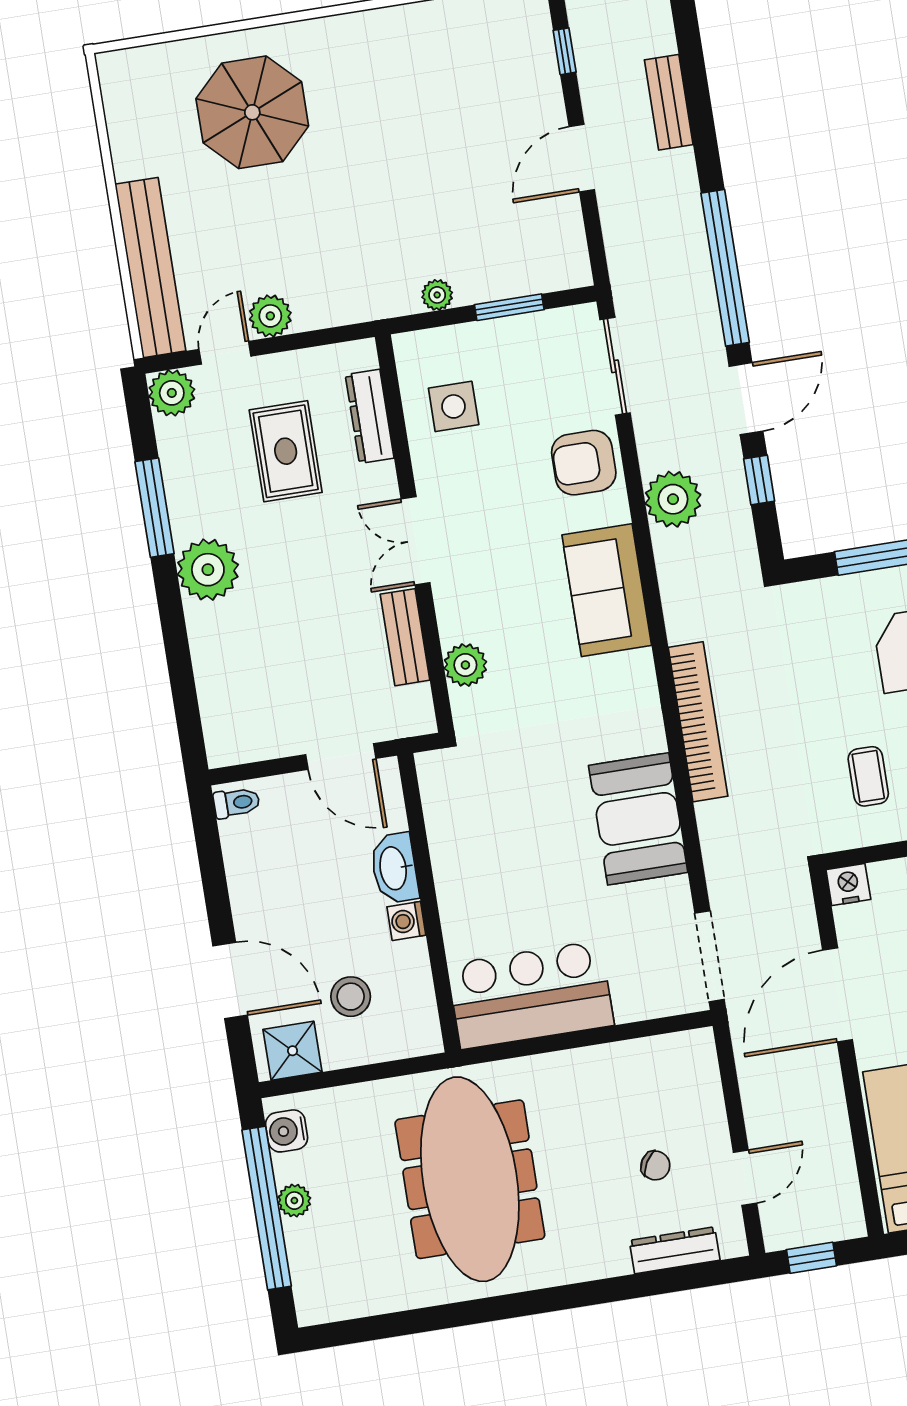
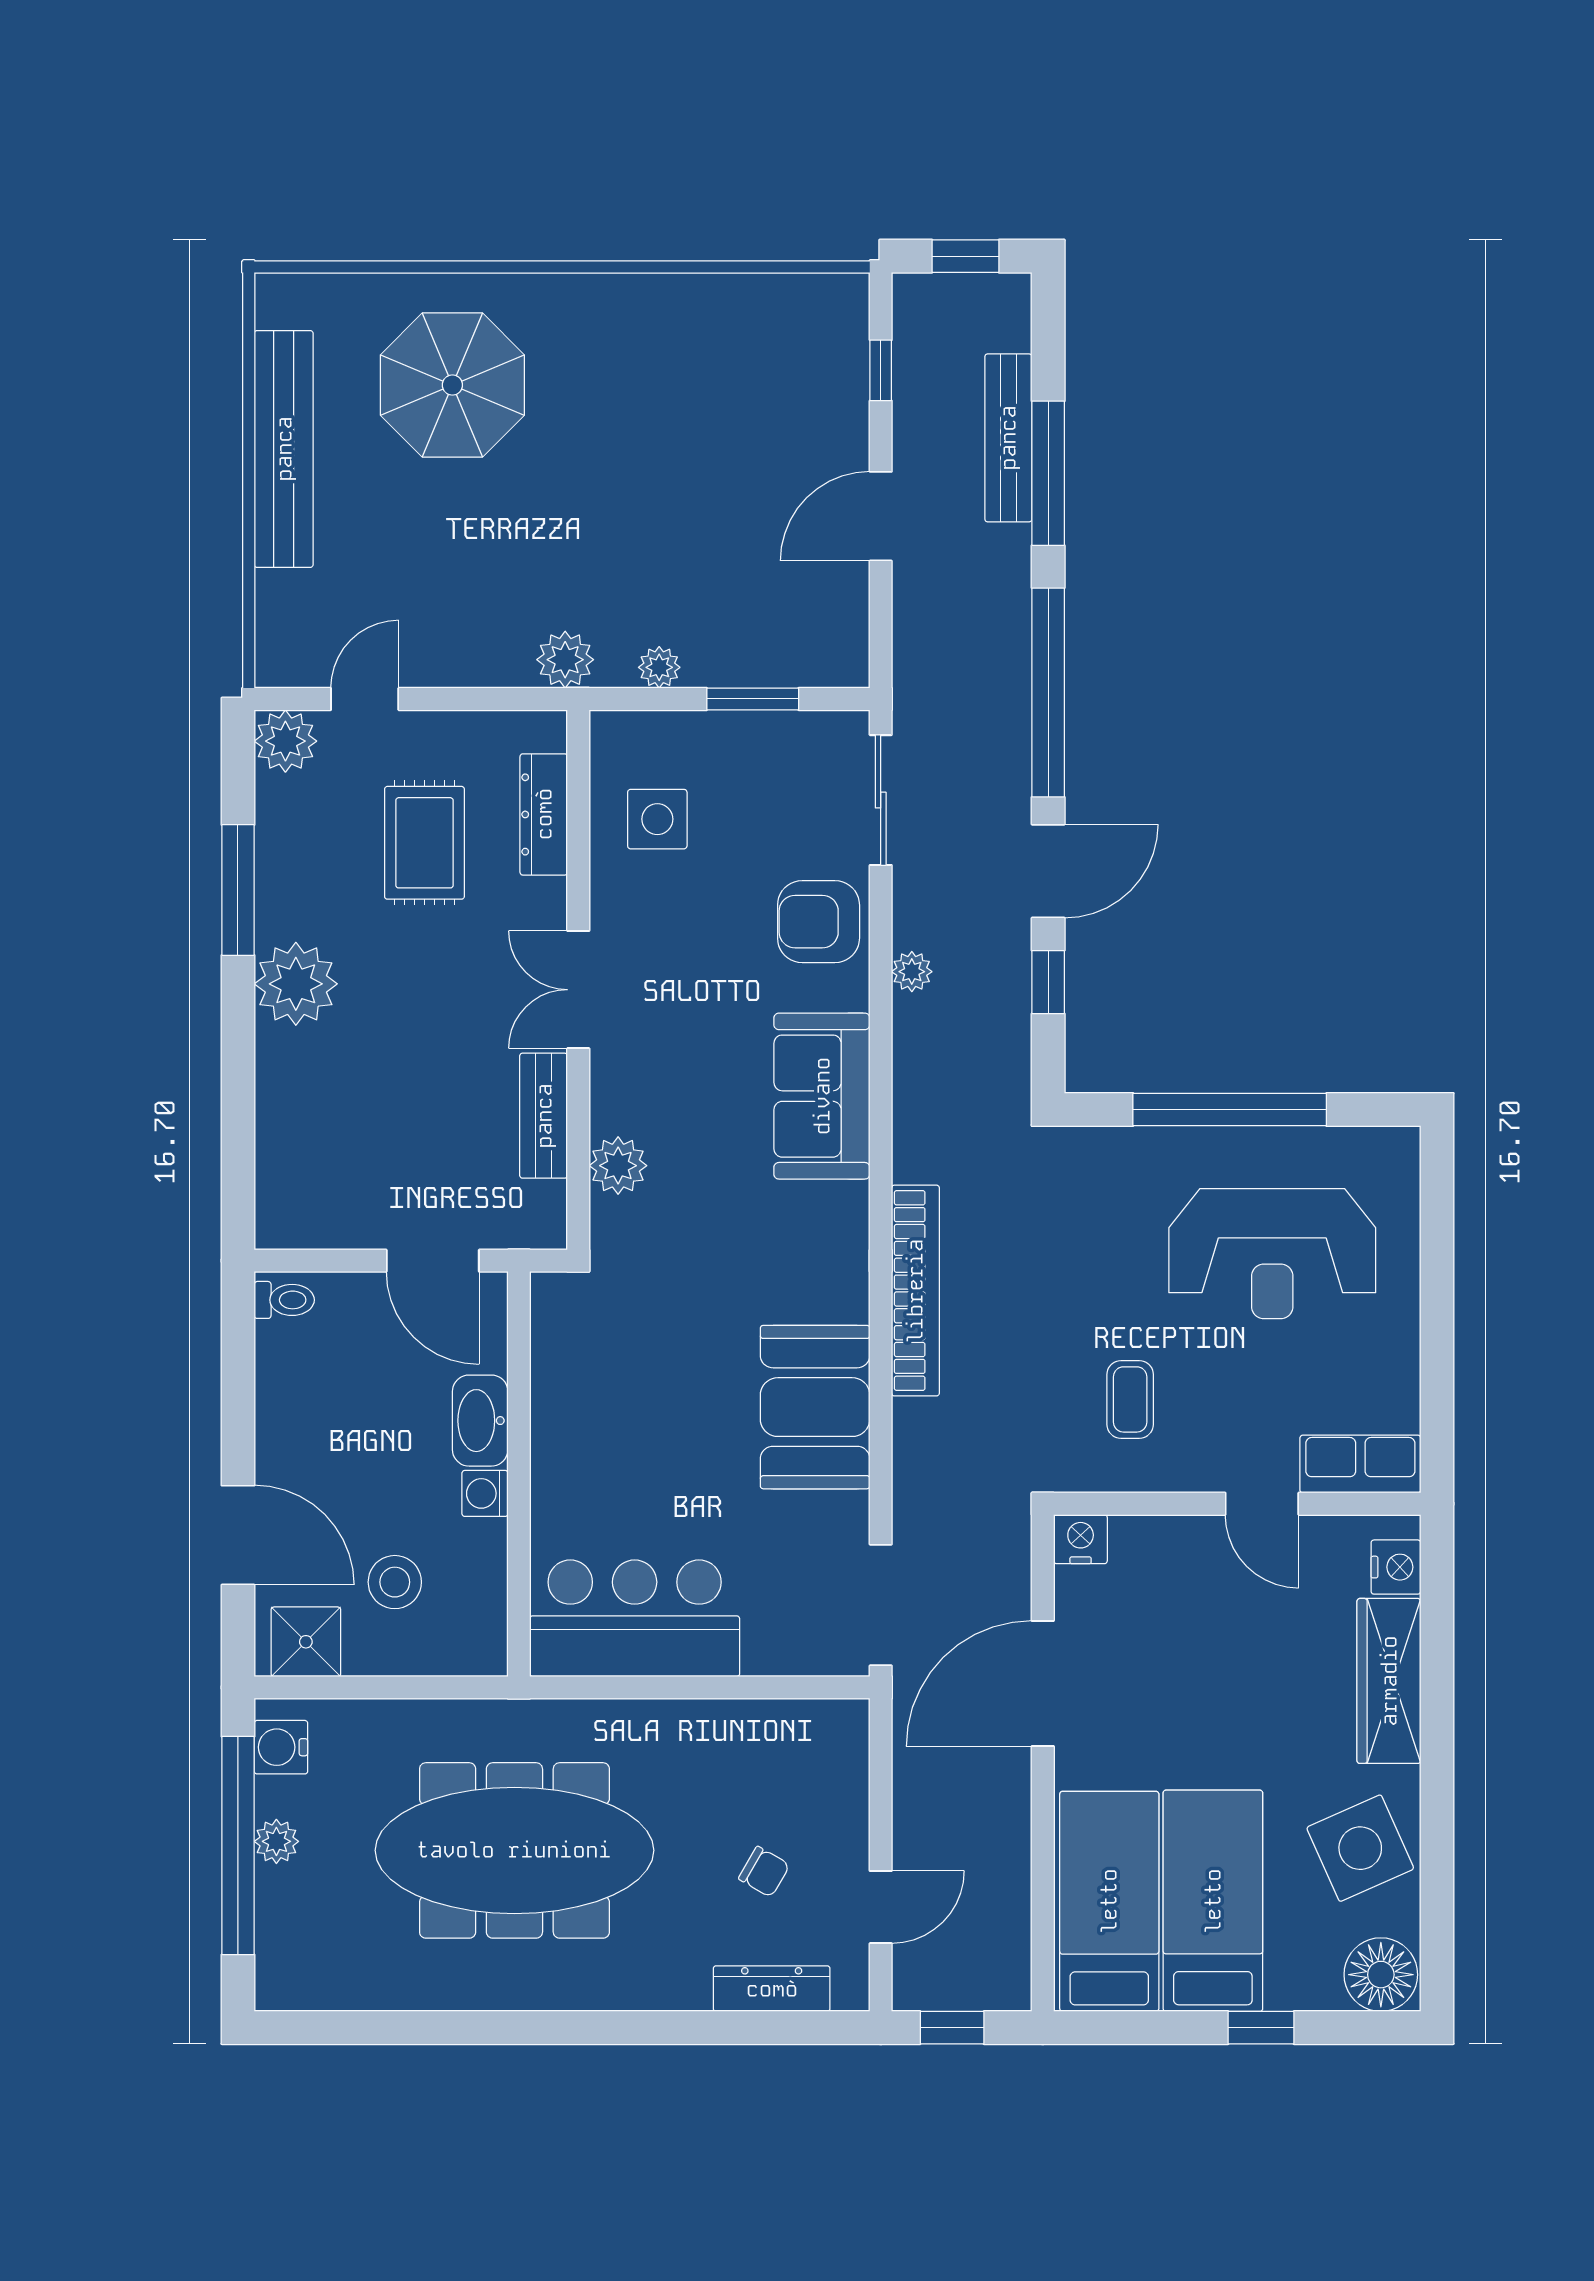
bench: (669, 102) -> (1008, 438), width x1.36
window: (699, 107) -> (1048, 473), added
bench: (150, 268) -> (284, 449), moved
plant: (270, 316) -> (565, 660), moved
plant: (673, 499) -> (912, 972), width x0.53, depth x0.53
meeting table: (470, 1179) -> (514, 1850), turned 90

